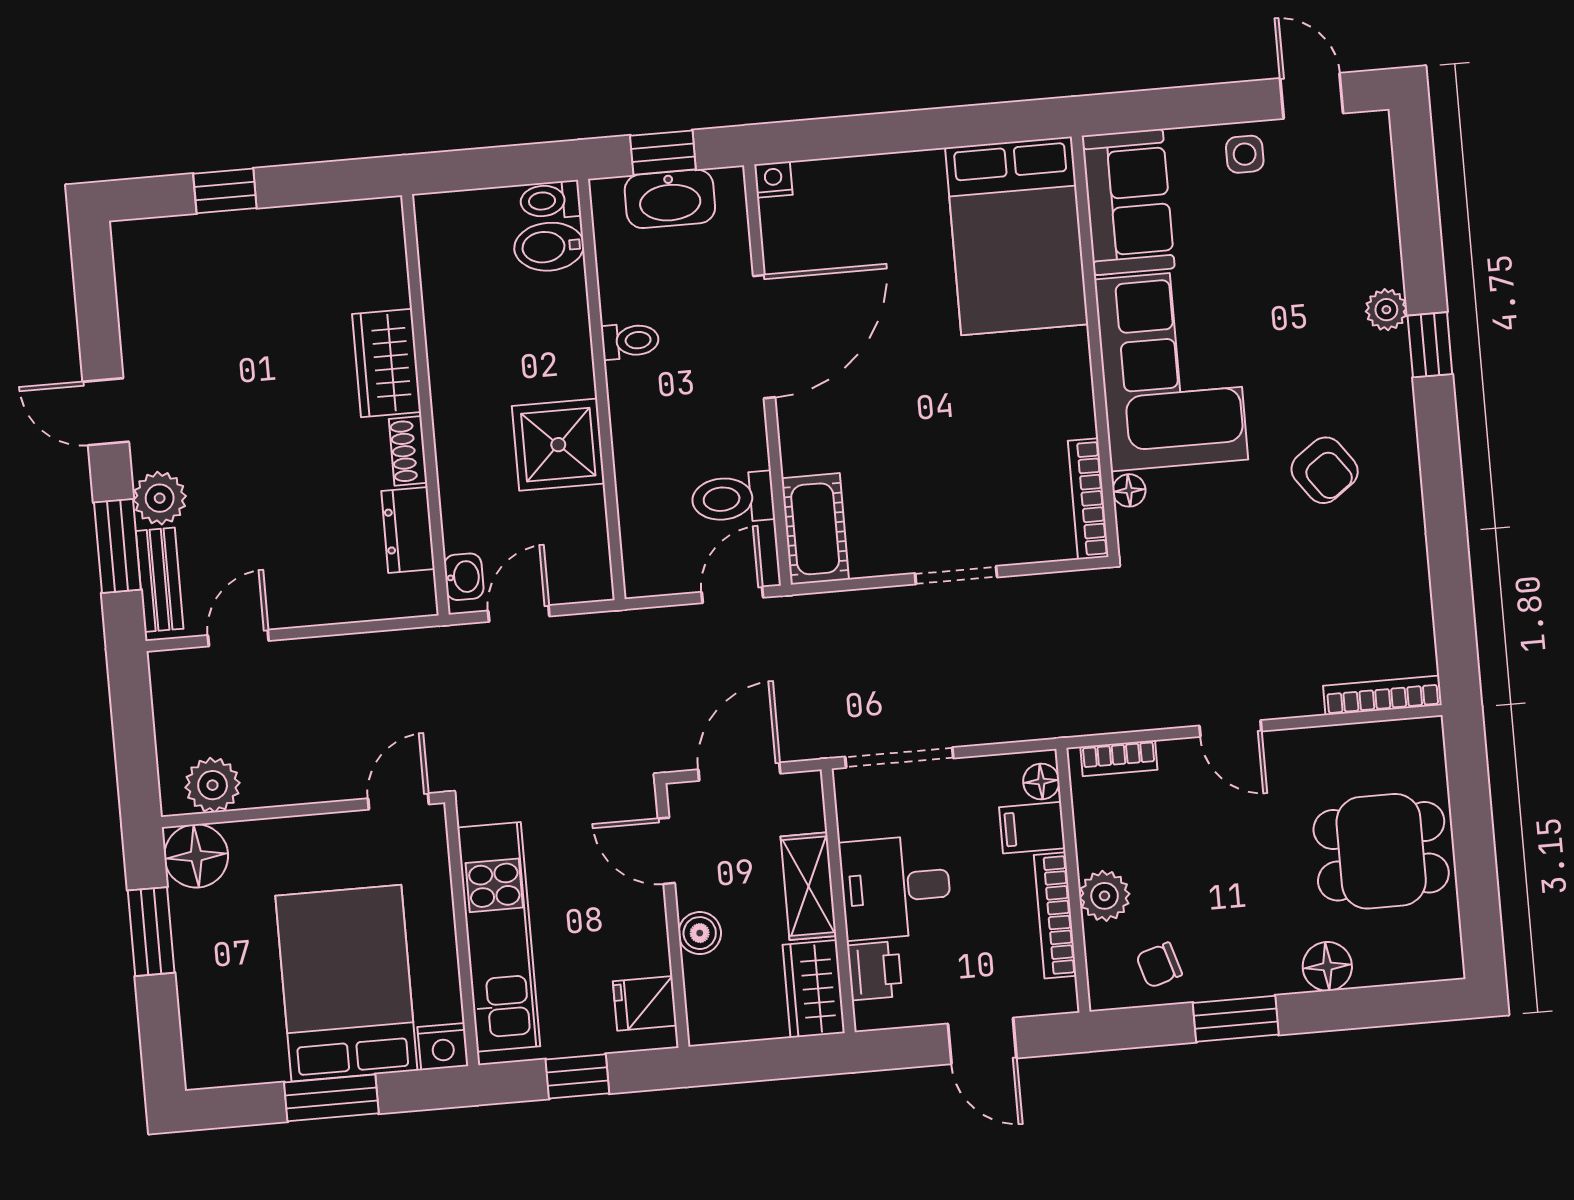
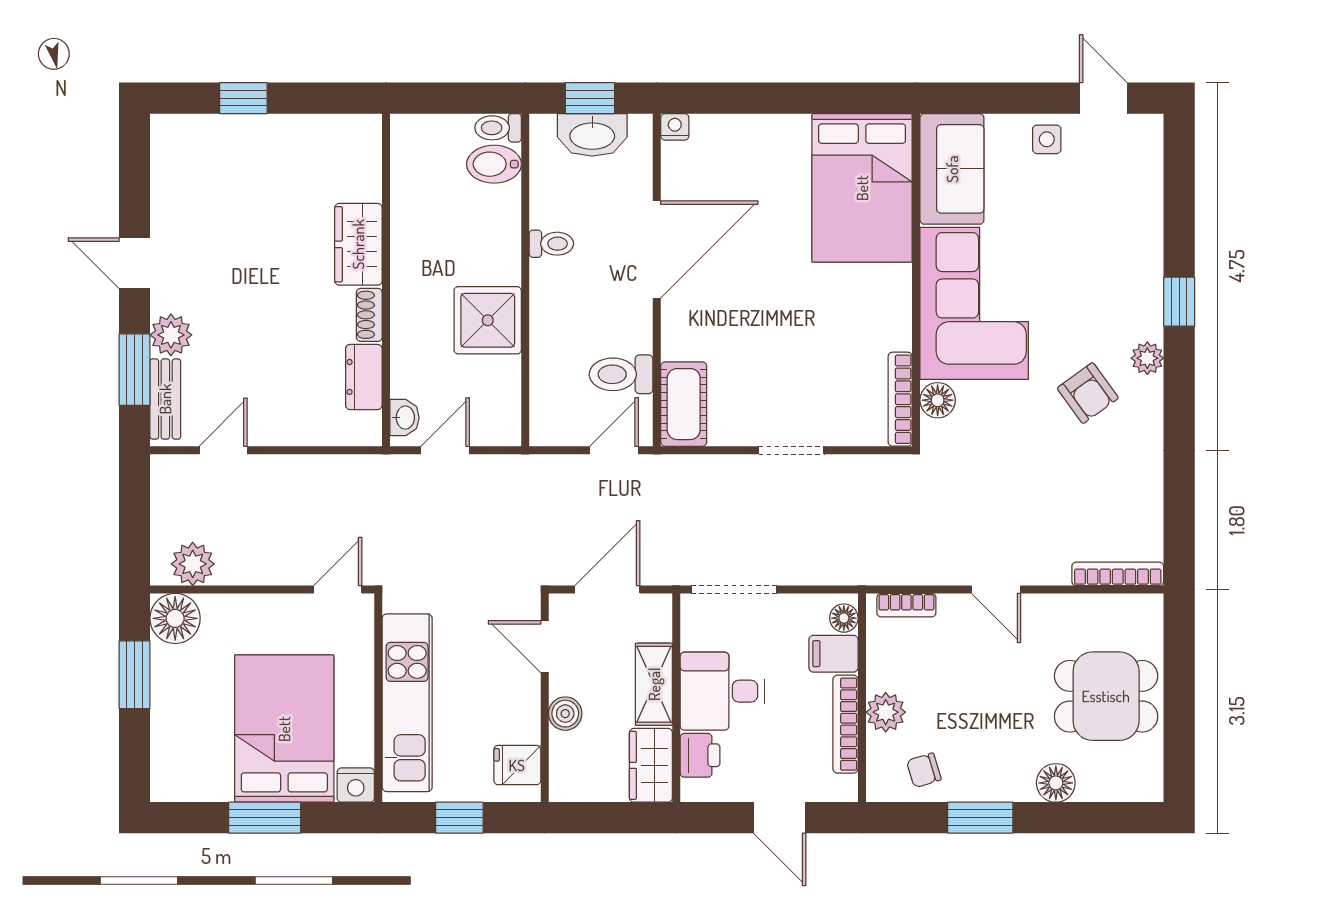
plant: (1386, 310) -> (1147, 358), moved
floor lamp: (1129, 490) -> (938, 400), width x1.37, depth x1.37

